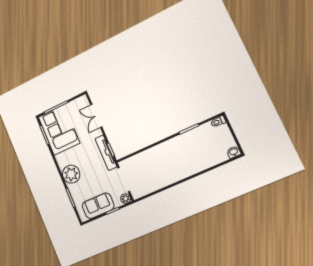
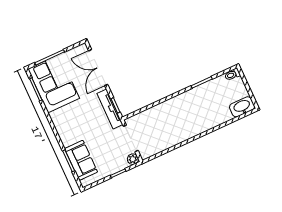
double door: (96, 116) -> (98, 68), width x1.37
washbasin: (234, 152) -> (242, 107), width x1.91, depth x1.45
plant: (71, 174) -> (69, 134), removed
sofa: (98, 206) -> (81, 160), moved, turned 90

